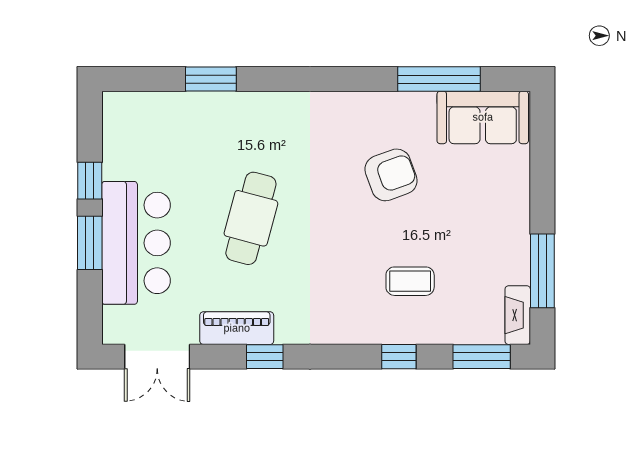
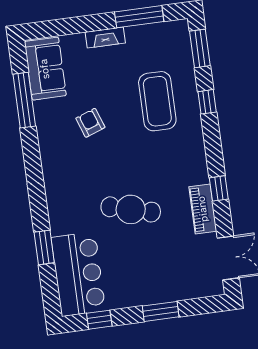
armchair: (391, 175) -> (90, 123), width x0.72, depth x0.72
window: (90, 181) -> (99, 320), moved
bar counter: (136, 243) -> (78, 274), moved, turned 90
coffee table: (410, 281) -> (157, 101), width x1.86, depth x1.72
fireplace: (518, 315) -> (105, 37), moved

